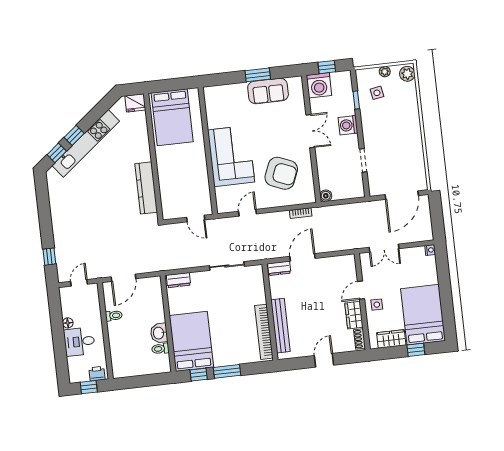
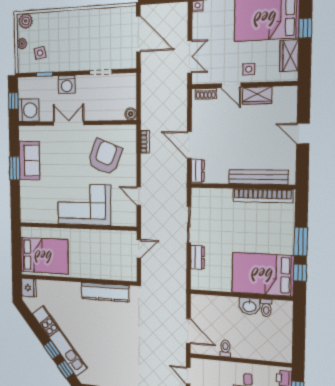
dresser: (178, 280) -> (197, 257), moved
shoe rack: (360, 339) -> (206, 94), moved

